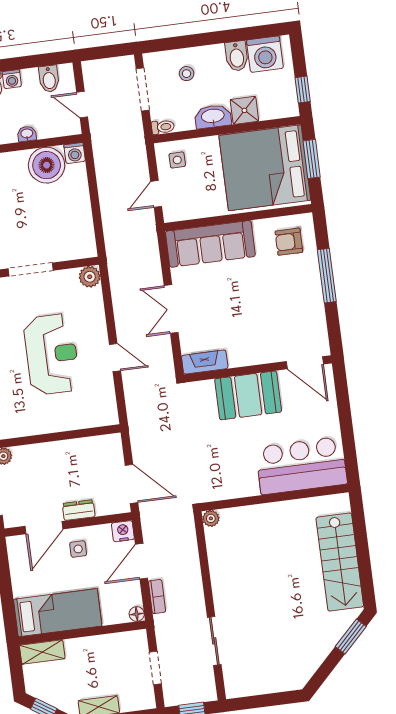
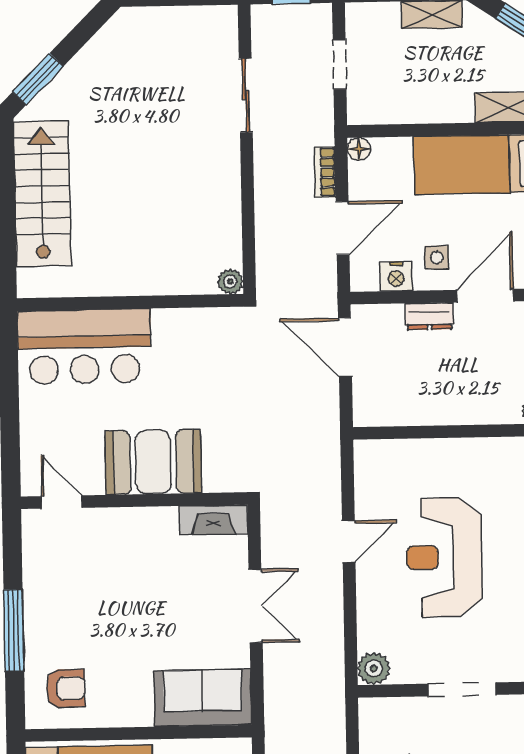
sofa: (210, 244) -> (203, 698), width x0.73
door: (115, 358) -> (349, 542), swing flipped
door: (305, 363) -> (62, 502), width x0.73
nightstand: (123, 531) -> (396, 276), moved

